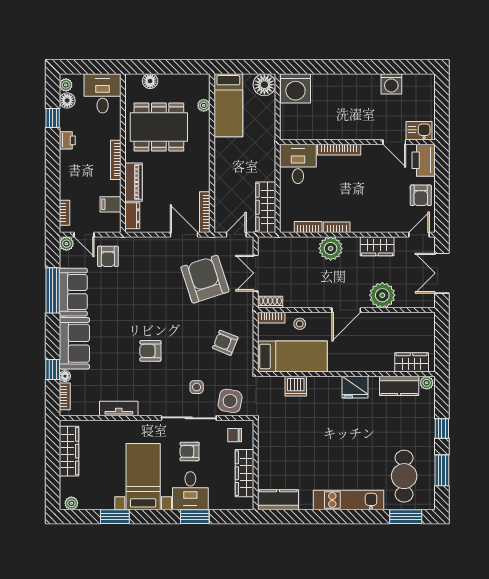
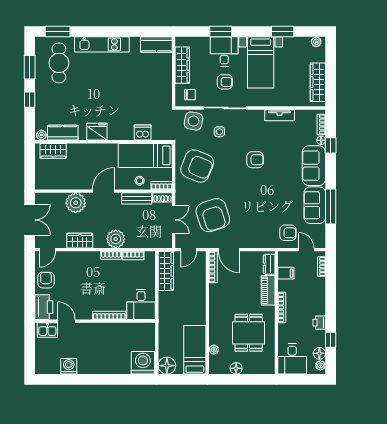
floor lamp: (150, 81) -> (236, 368), moved
dining table: (159, 127) -> (249, 333), width x0.73
plant: (66, 244) -> (320, 243), removed
armchair: (108, 256) -> (288, 233), turned 90
bench: (303, 301) -> (137, 198), added
armchair: (225, 343) -> (197, 166), width x1.88, depth x1.88

